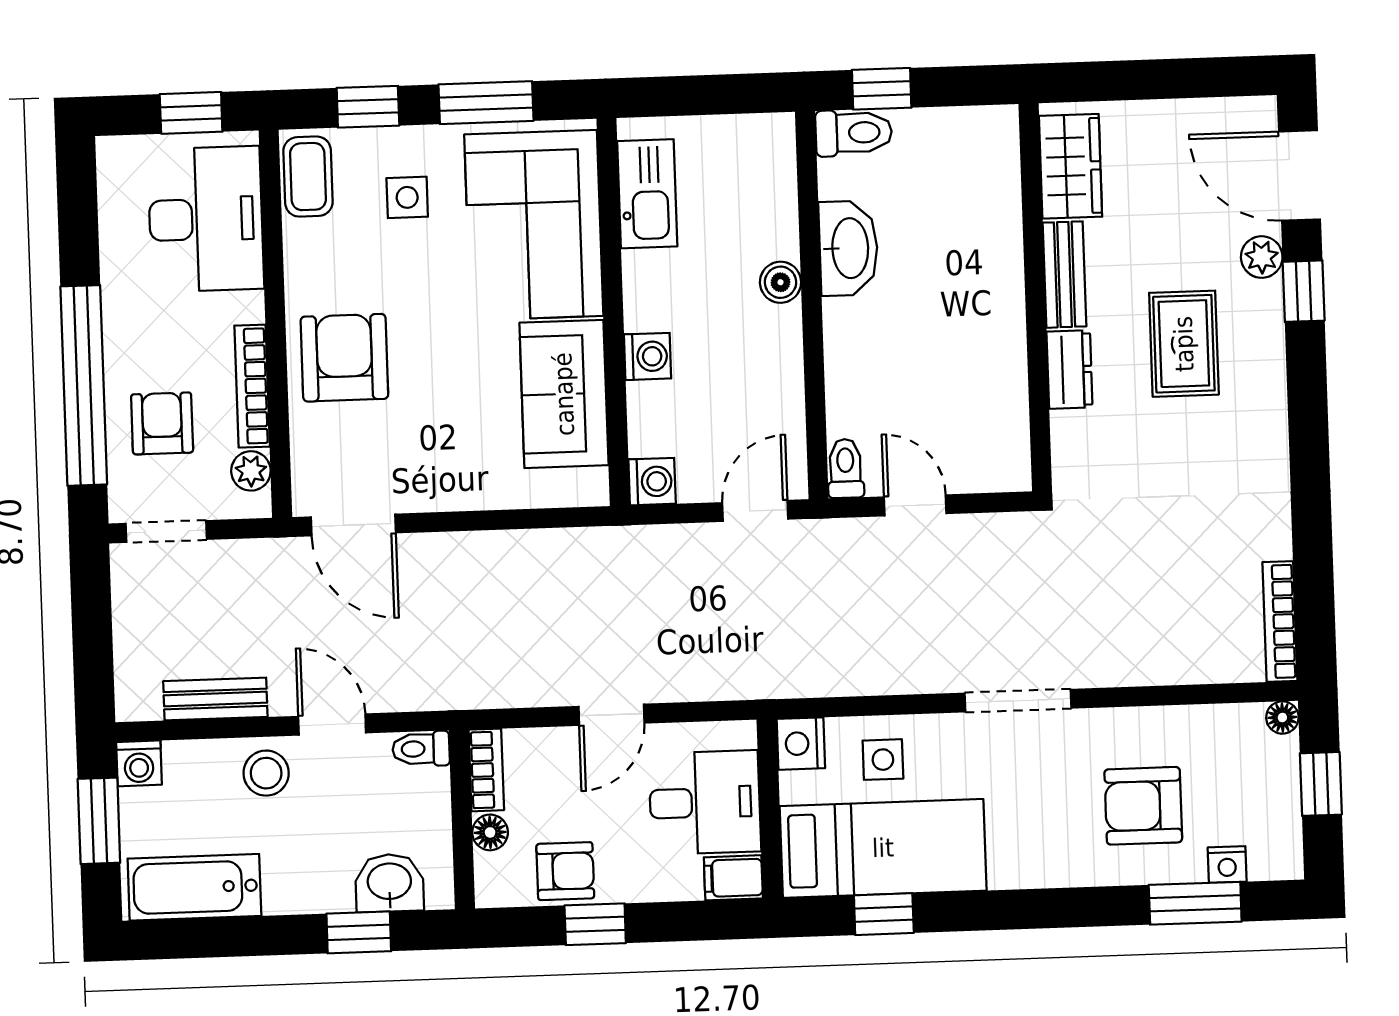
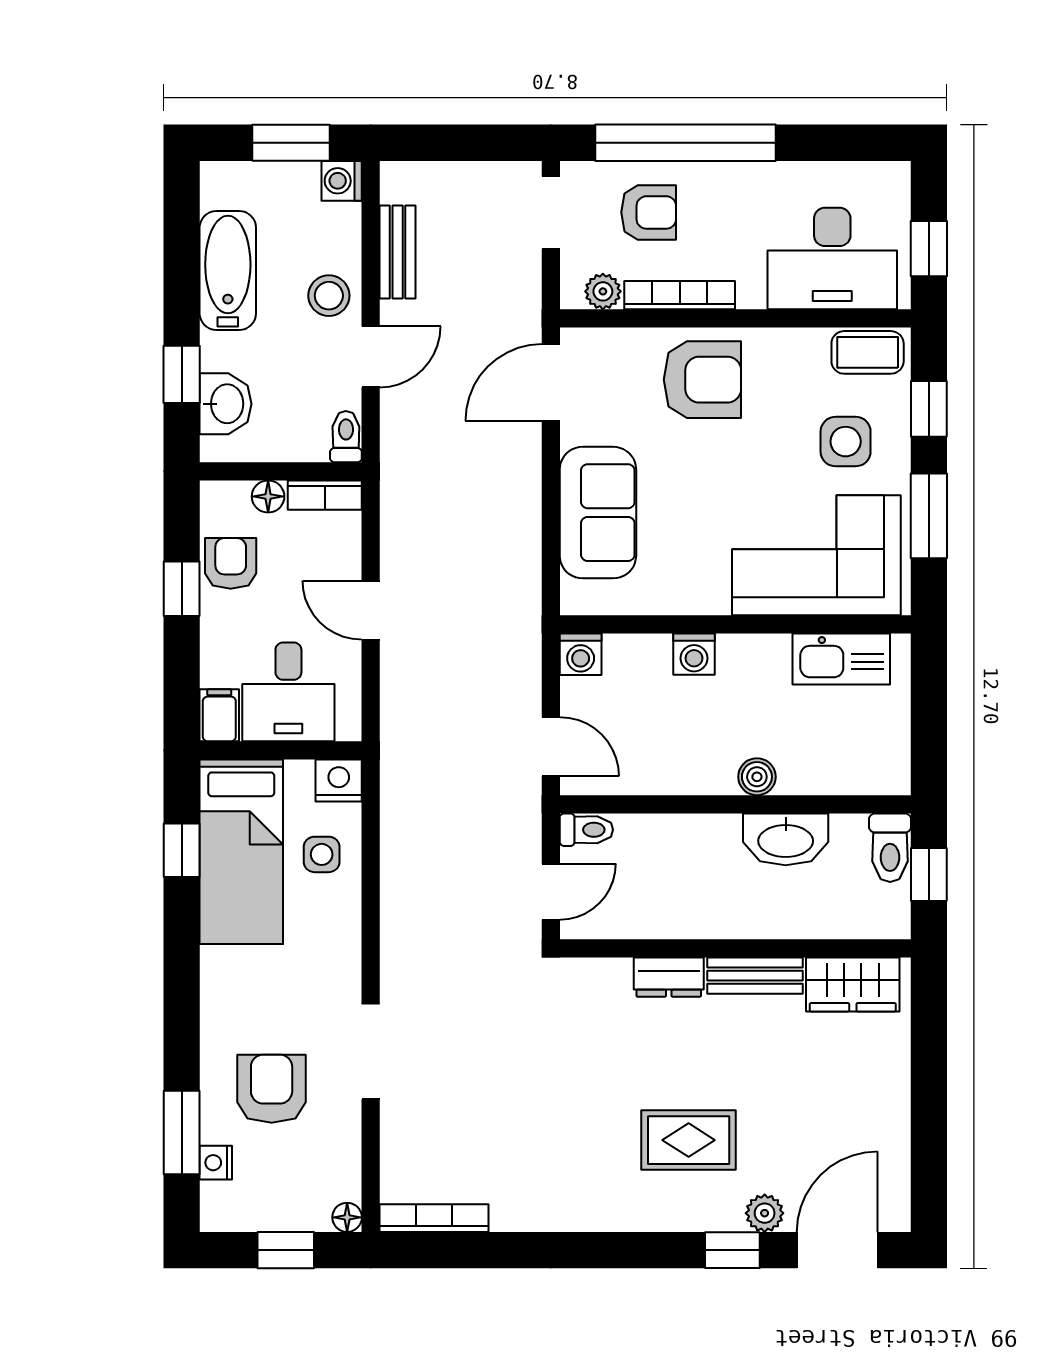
wardrobe: (1071, 166) -> (853, 984), moved
side table: (407, 197) -> (846, 442), width x1.37, depth x1.37
bench: (1065, 275) -> (755, 976), moved
wall: (1035, 297) -> (735, 948), moved
dresser: (1069, 370) -> (669, 977), moved
sofa: (564, 394) -> (598, 513), moved, turned 90
doorway: (1018, 701) -> (371, 1051), moved
armchair: (565, 871) -> (231, 563), turned 180
bathtub: (194, 887) -> (228, 271), moved

